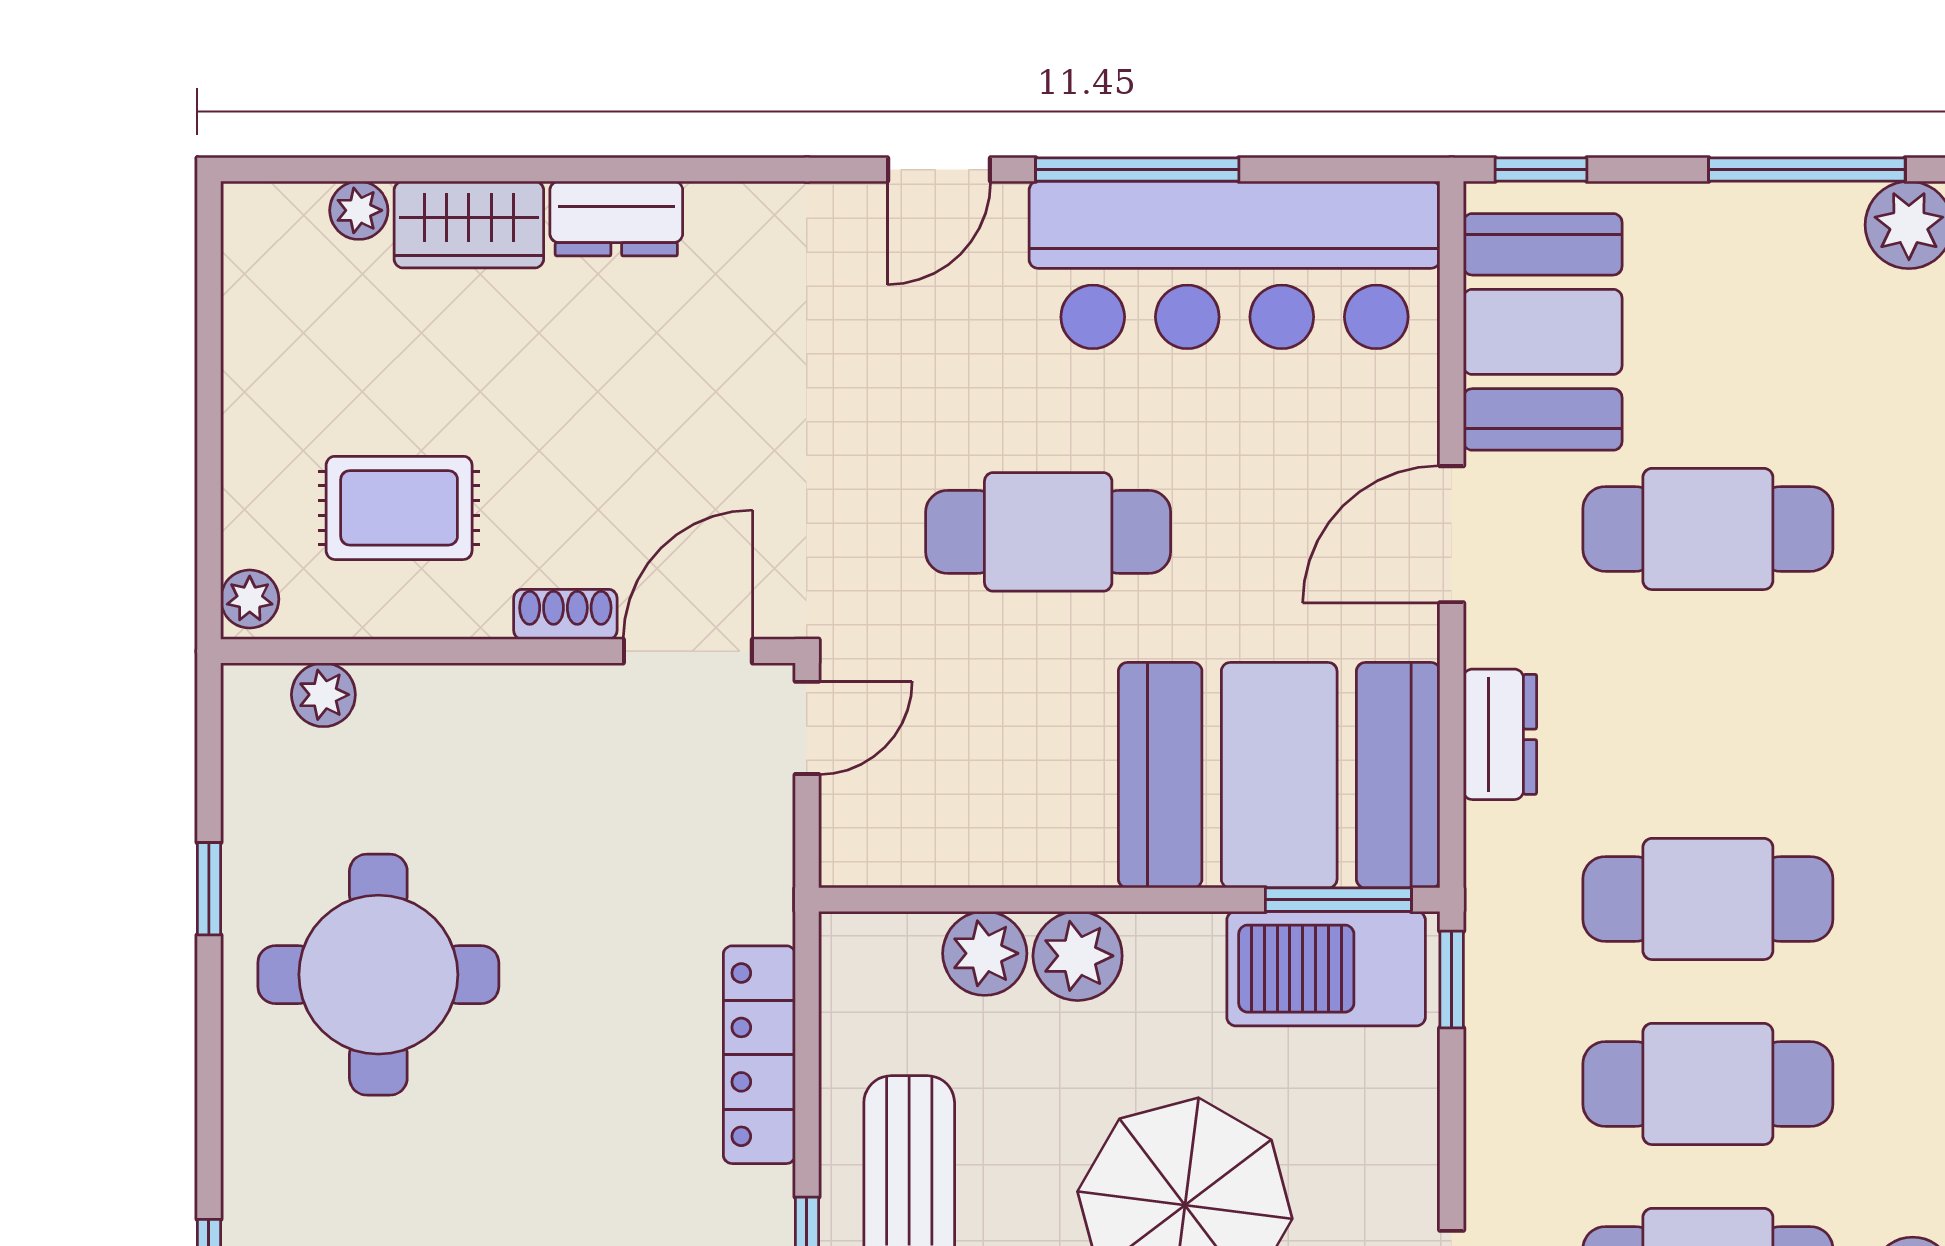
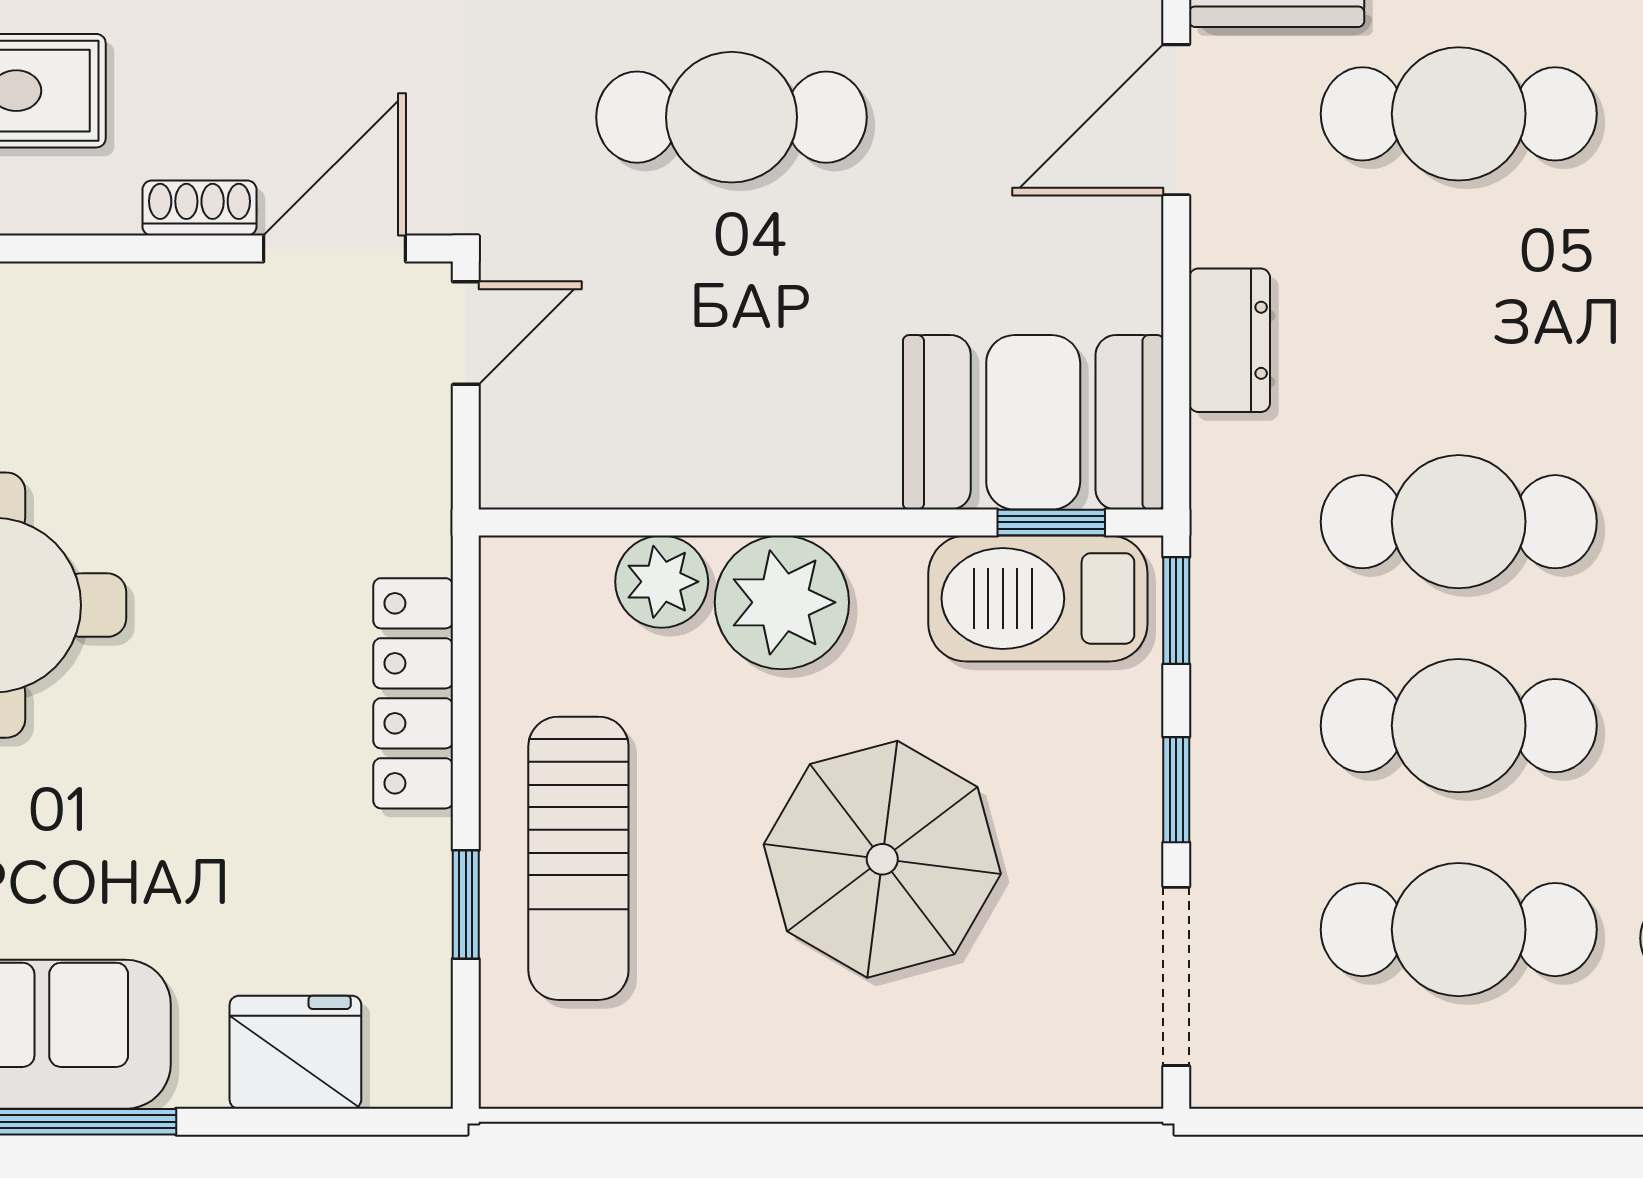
booth: (1279, 775) -> (1033, 422), width x0.73, depth x0.70
window: (1338, 900) -> (1051, 522), width x0.67
plant: (1078, 956) -> (782, 602), width x1.36, depth x1.36
window: (1452, 1142) -> (1176, 790), added

